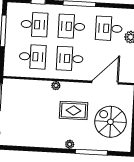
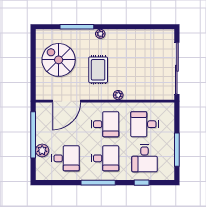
desk: (34, 24) -> (144, 158), turned -90
rug: (74, 110) -> (98, 70), turned 90
spiral stairs: (110, 122) -> (59, 60), turned 180

